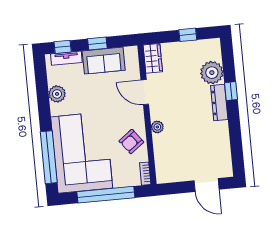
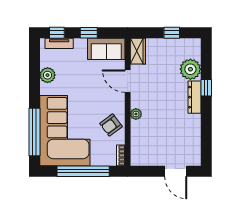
sofa: (104, 61) -> (106, 49), moved

